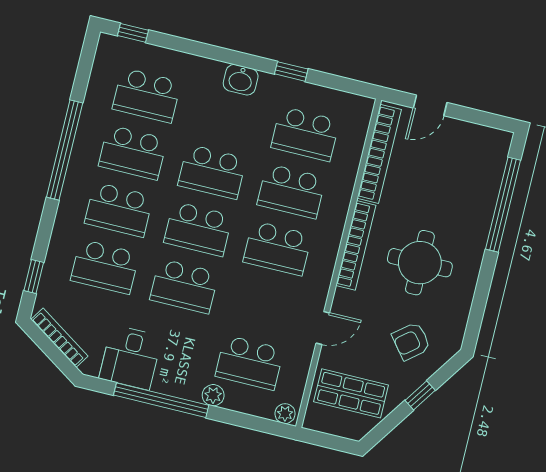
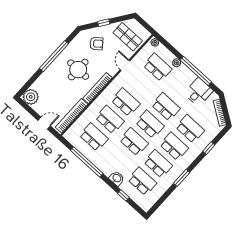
window: (133, 33) -> (123, 195), moved
window: (291, 71) -> (87, 162), width x3.17
washbasin: (241, 80) -> (117, 178), moved
plant: (491, 146) -> (31, 97), added
window: (65, 150) -> (182, 178), width x0.47
window: (503, 205) -> (54, 56), moved
window: (34, 277) -> (209, 148), moved
door: (323, 328) -> (125, 65), hinge flipped

